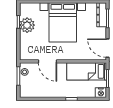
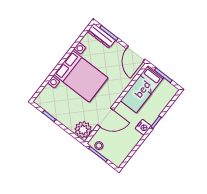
plant: (27, 25) -> (83, 130), moved
door: (107, 48) -> (136, 54), hinge flipped
nightstand: (101, 93) -> (143, 127), moved

